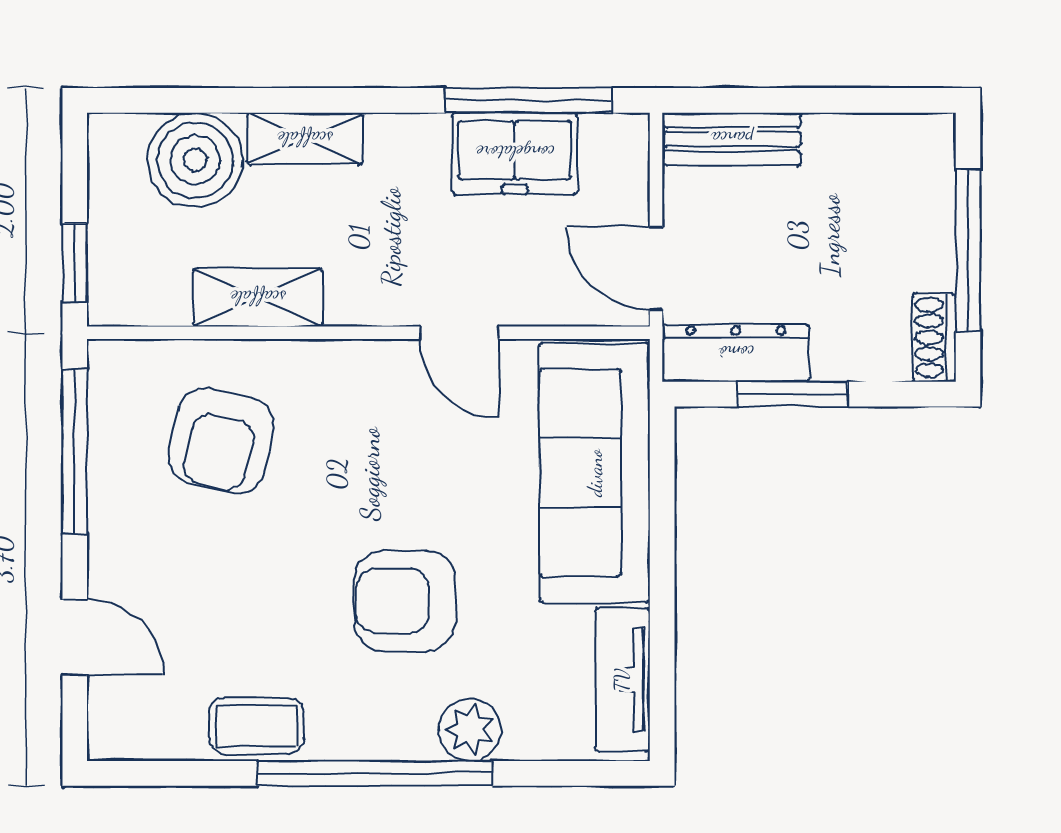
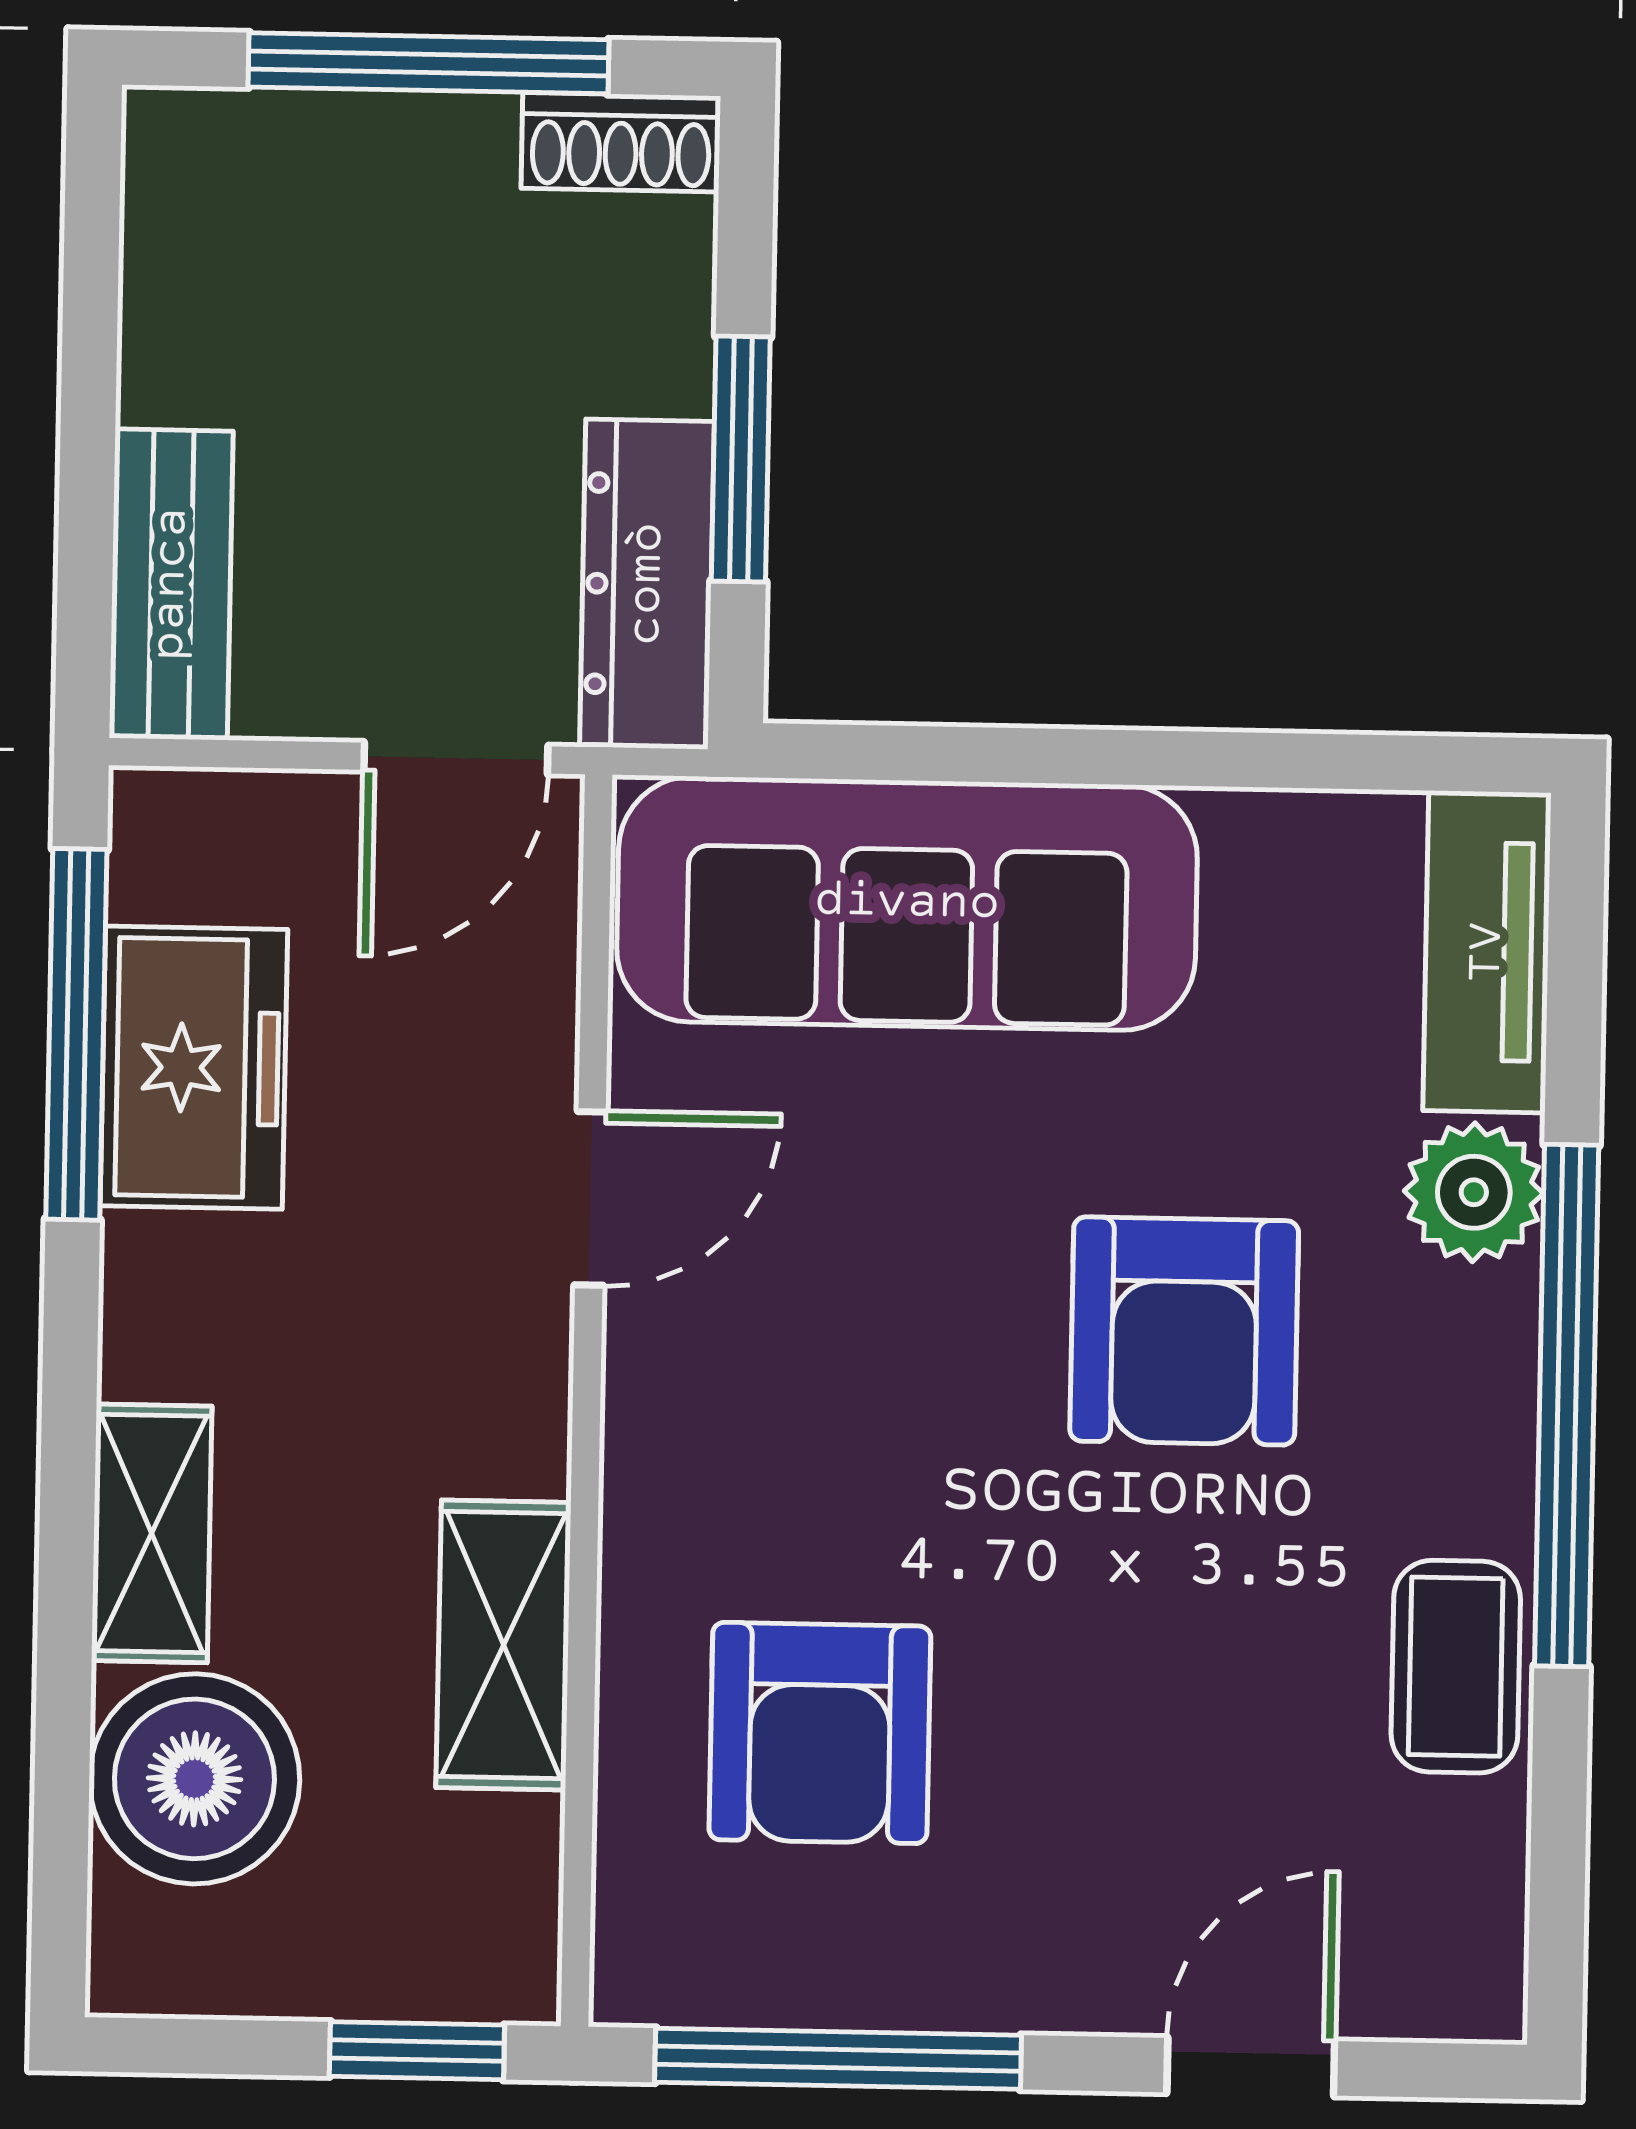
armchair: (221, 441) -> (820, 1733), turned 77
tv unit: (622, 680) -> (1487, 952), moved, turned 90

